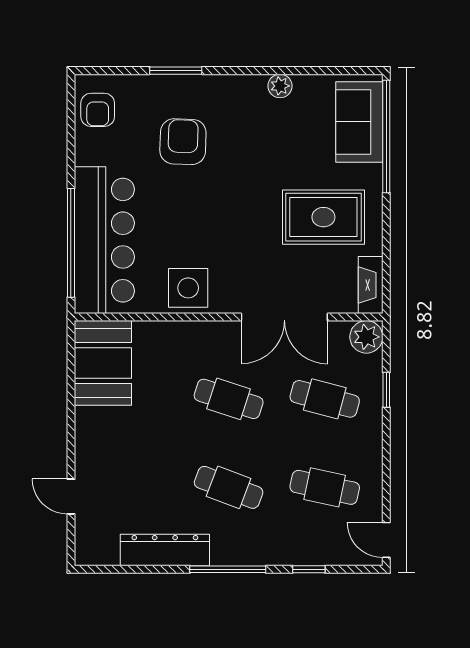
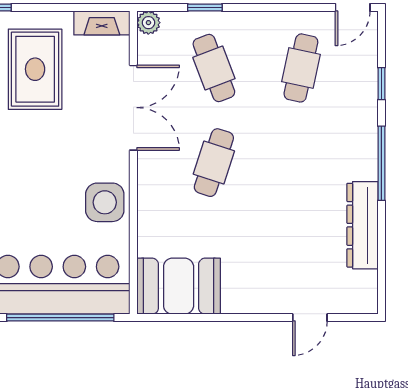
plant: (366, 337) -> (148, 23), width x0.73, depth x0.73
cafe table: (325, 399) -> (214, 68), turned -36
cafe table: (229, 487) -> (301, 163), removed

